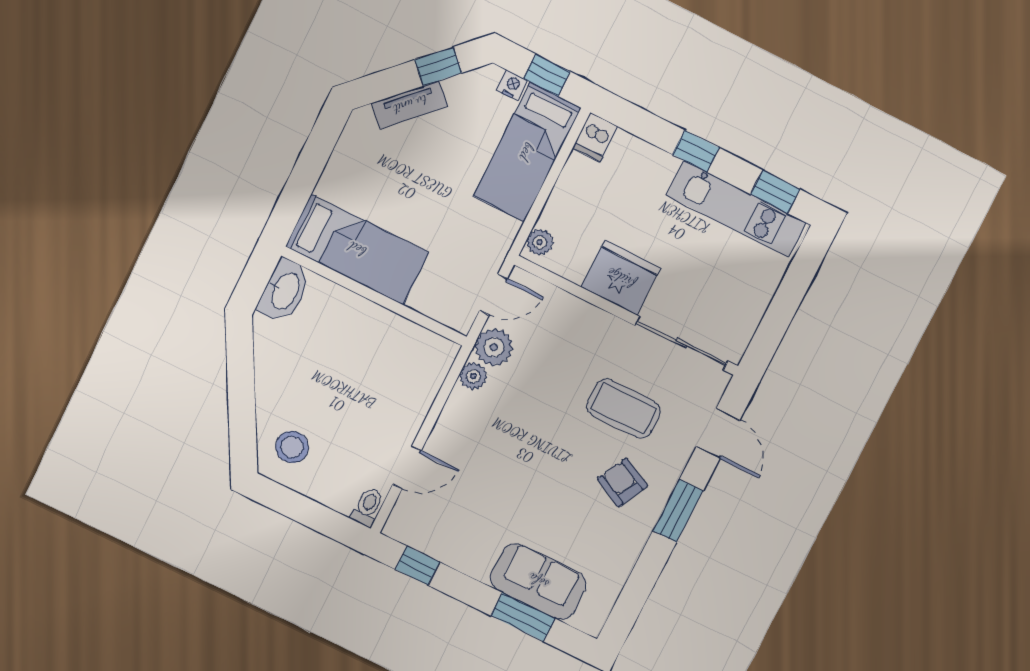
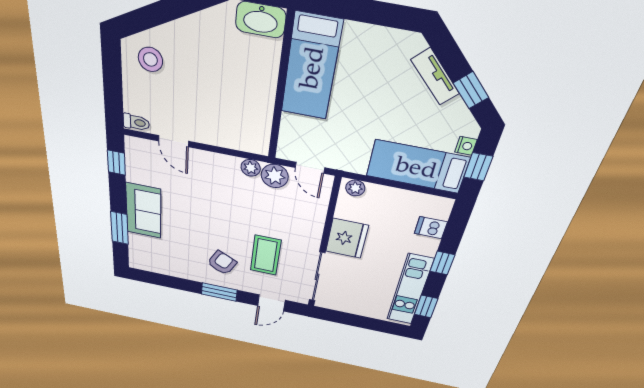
dishwasher: (595, 137) -> (431, 228), moved
sofa: (538, 581) -> (144, 211), moved

